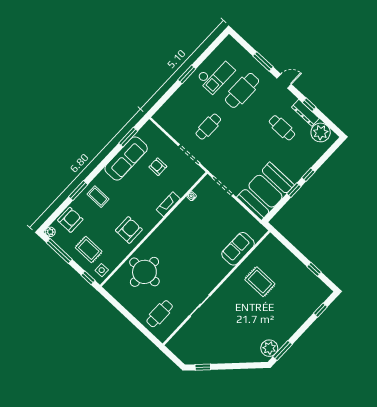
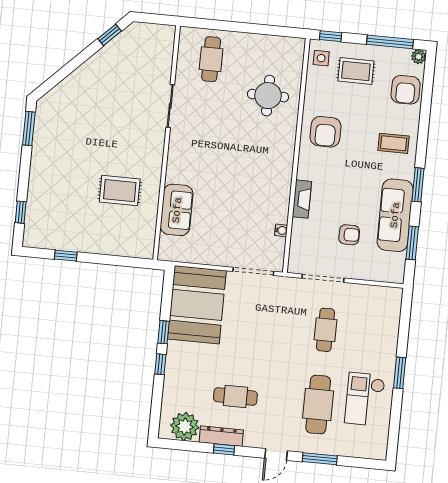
window: (78, 191) -> (418, 185), moved
round table: (144, 272) -> (268, 96), width x0.73, depth x0.73
plant: (269, 348) -> (47, 119), removed

